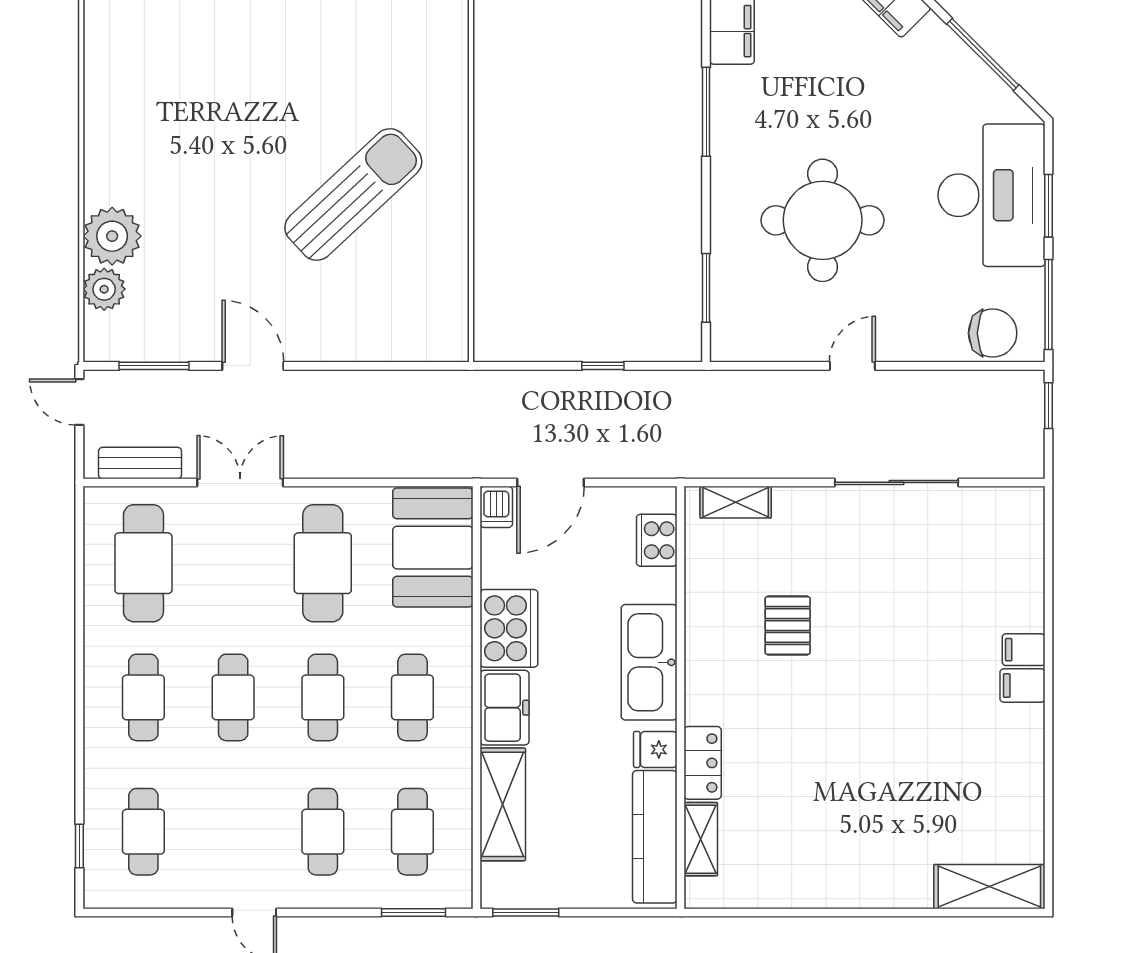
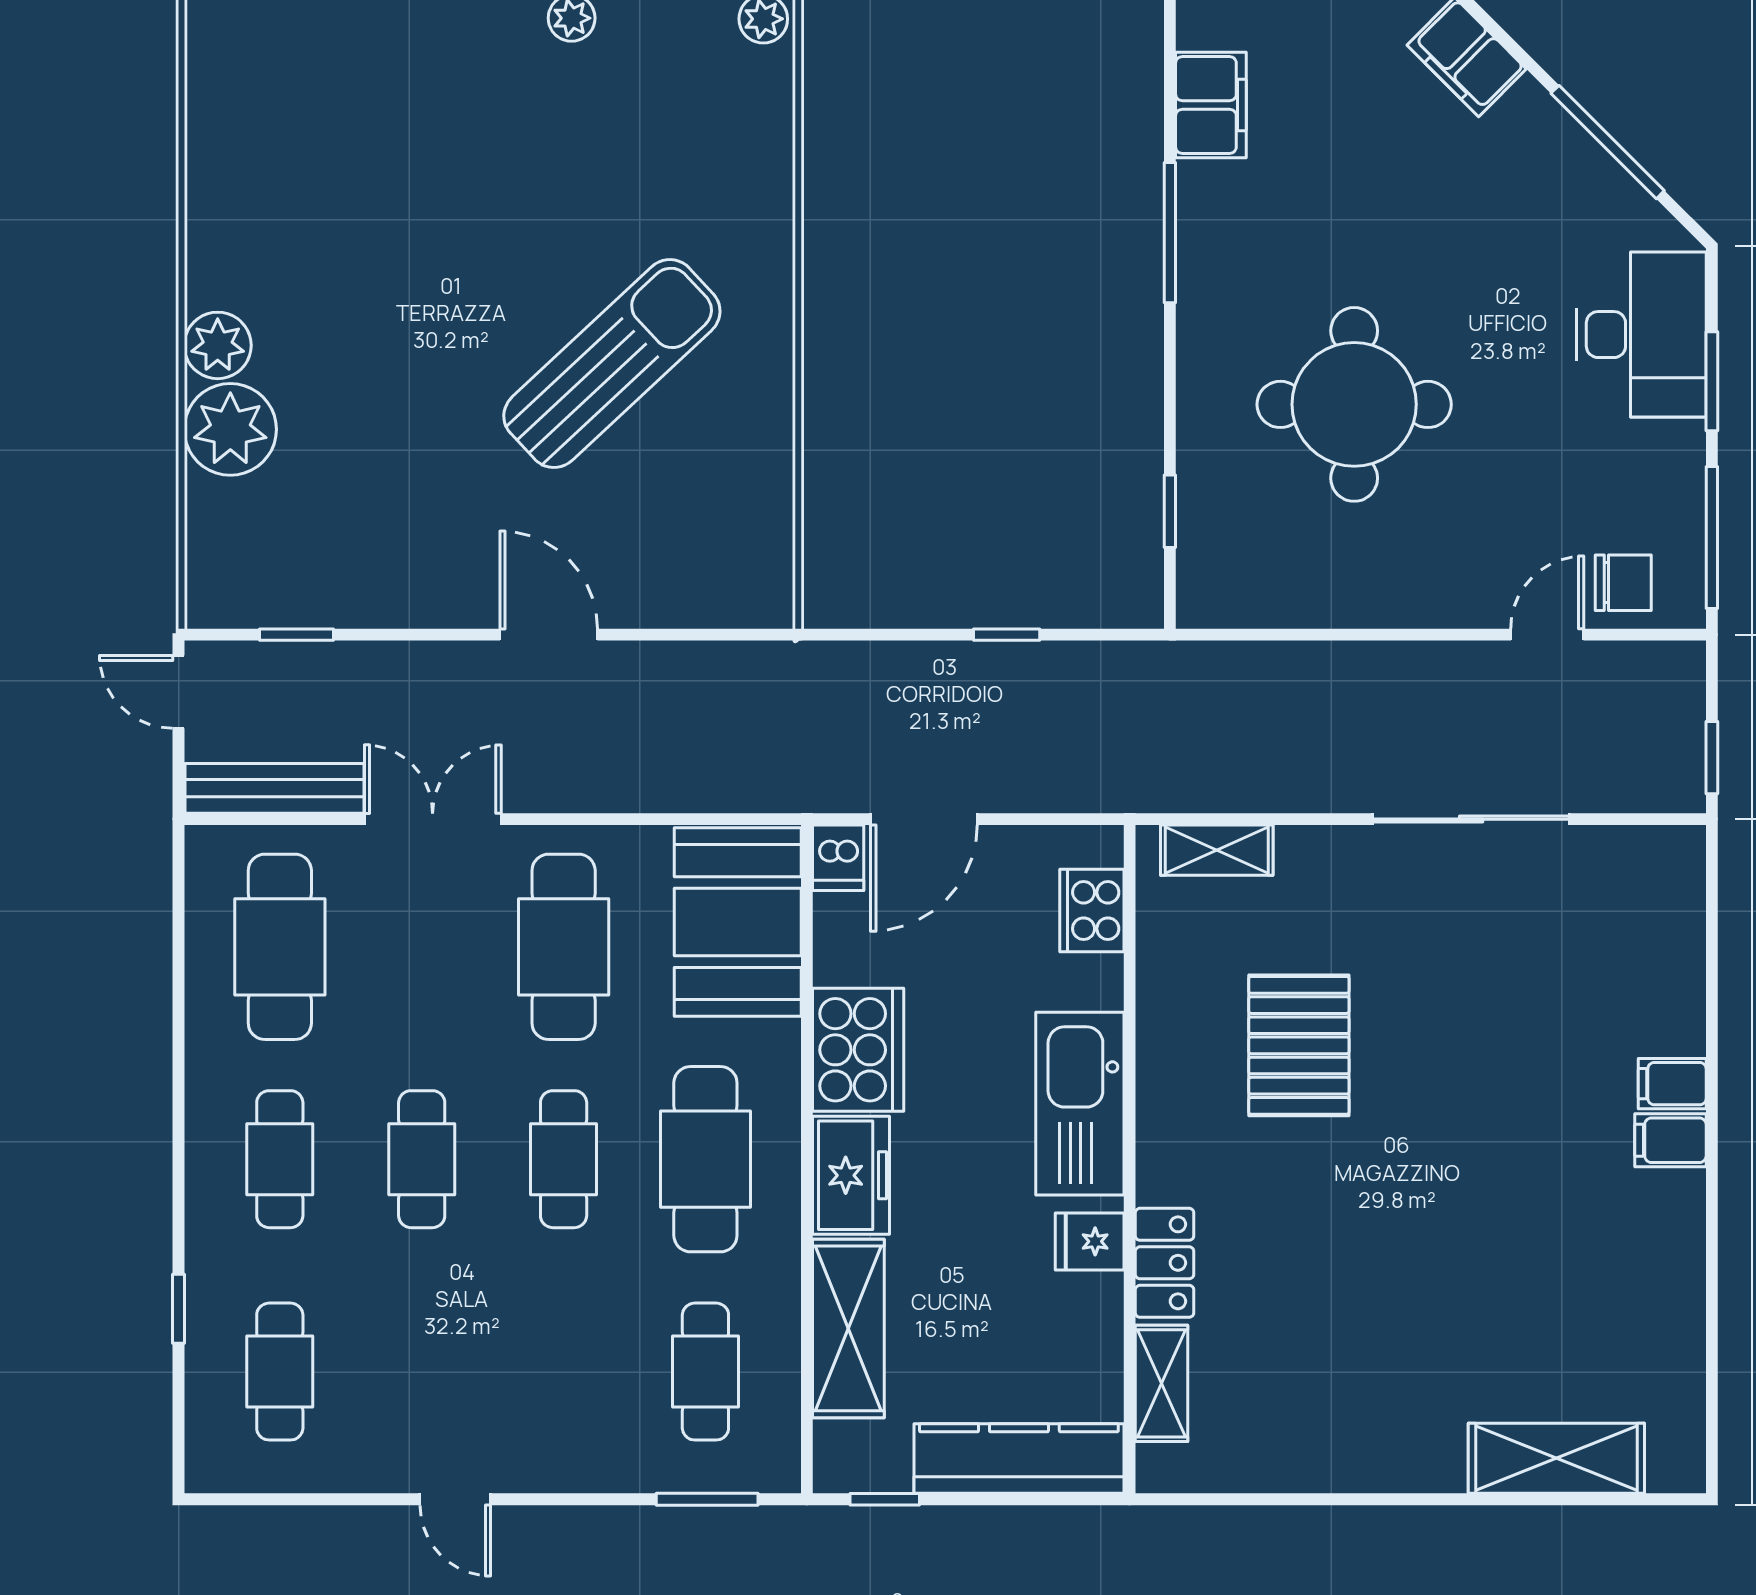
desk: (992, 195) -> (1641, 335), width x0.73, depth x0.77
window: (706, 288) -> (1170, 511), width x0.67
plant: (104, 289) -> (218, 345), moved
chair: (993, 333) -> (1623, 583), width x0.73, depth x0.73
window: (154, 366) -> (297, 635), width x0.67
door: (253, 366) -> (549, 635), moved
door: (852, 366) -> (1547, 635), moved
window: (1049, 406) -> (1712, 758), moved
bench: (140, 463) -> (274, 788), width x1.36
pallet: (788, 626) -> (1299, 1045), width x1.50, depth x1.42
cafe table: (412, 697) -> (705, 1159), width x1.37, depth x1.35
cafe table: (323, 832) -> (564, 1372), removed
kitchen counter: (655, 837) -> (1019, 1459), moved, turned 90
window: (79, 846) -> (179, 1309), moved
shelving: (989, 887) -> (1556, 1458), moved
window: (526, 912) -> (885, 1499), width x0.67

